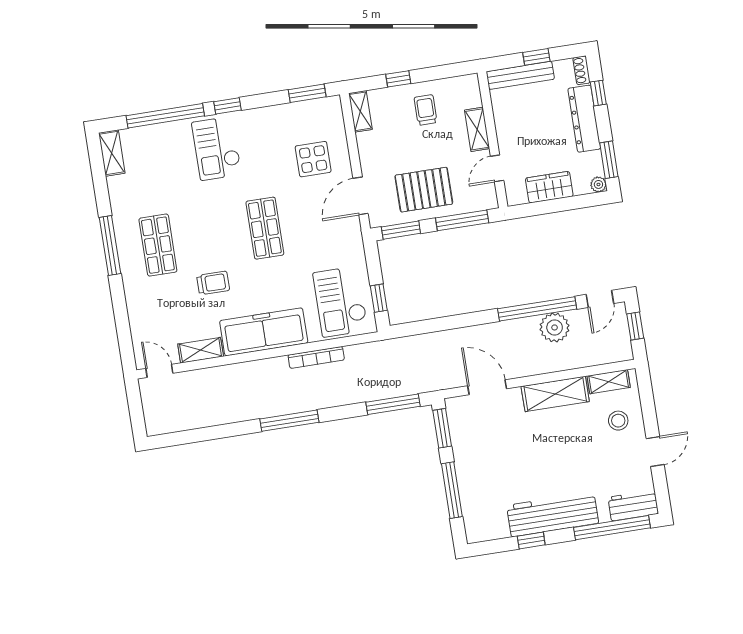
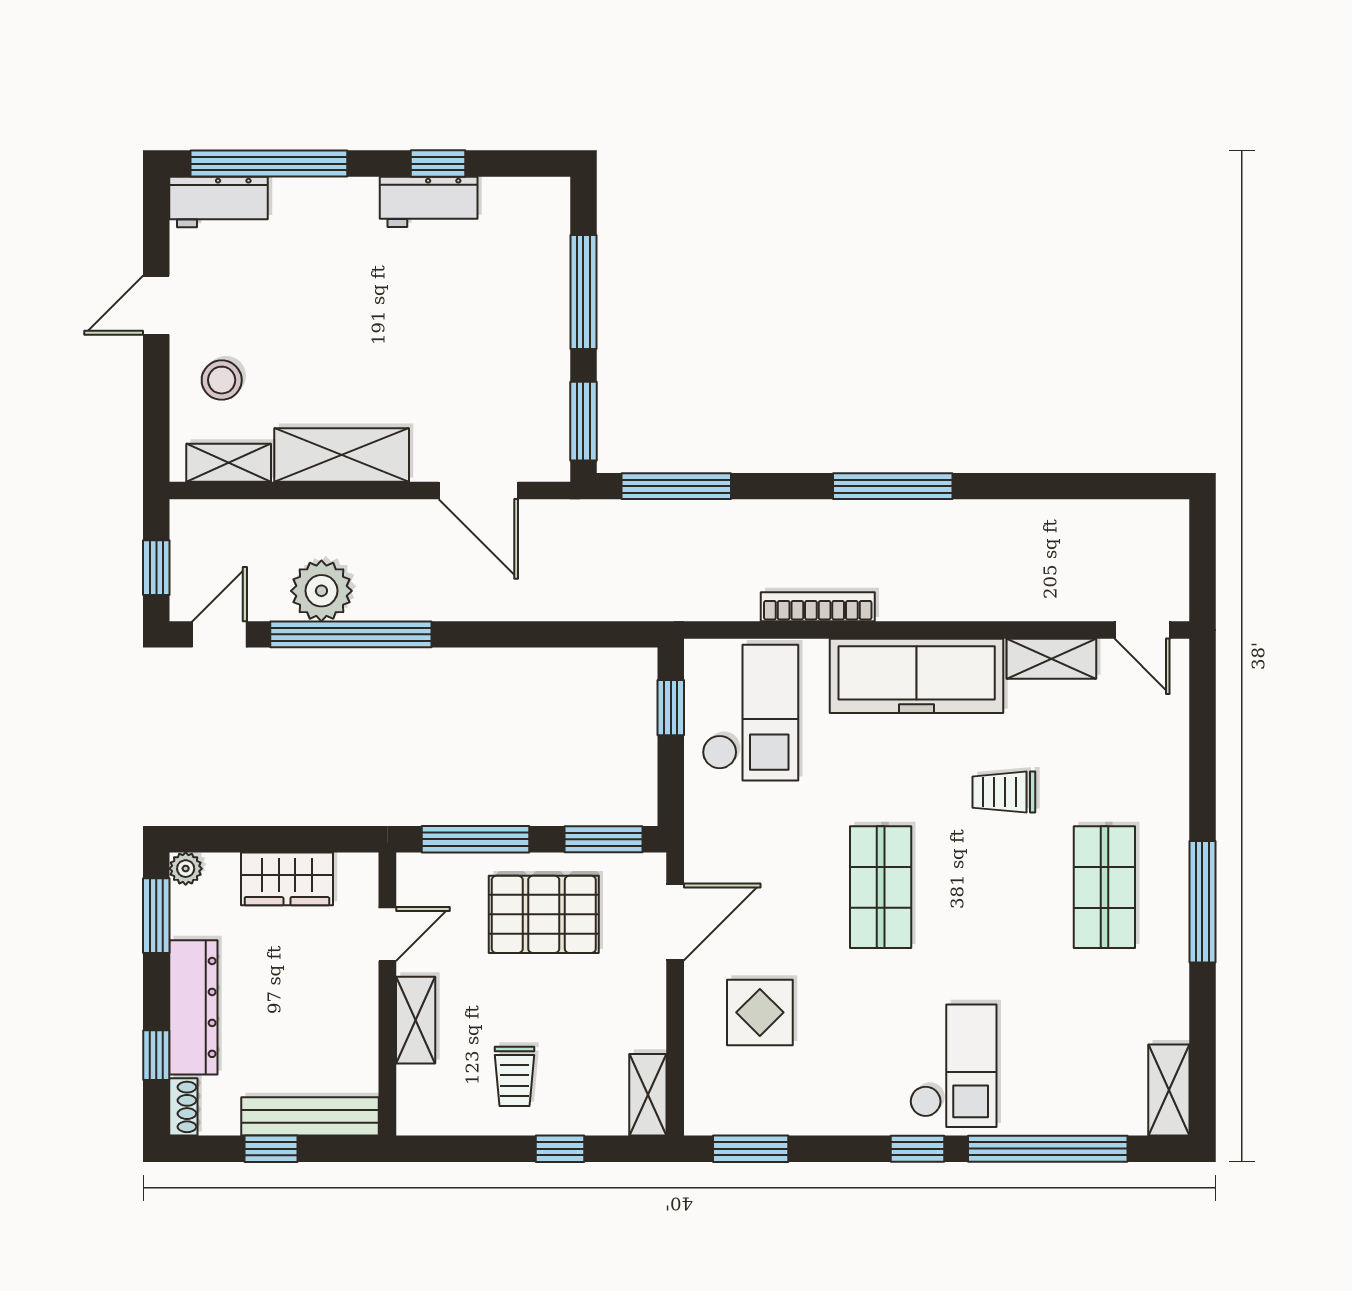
workbench: (553, 514) -> (429, 202), width x0.53, depth x0.76

